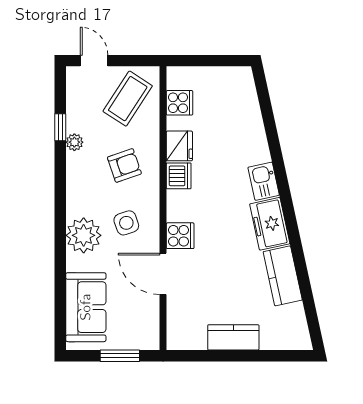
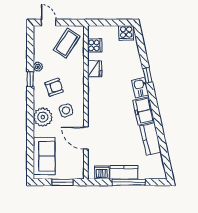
window: (60, 127) -> (30, 79), moved
window: (277, 158) -> (148, 75), added
armchair: (124, 165) -> (54, 87), moved
dishwasher: (179, 176) -> (102, 173), moved, turned -90
cooker: (180, 236) -> (126, 33), moved, turned 90
window: (242, 356) -> (129, 182), added

